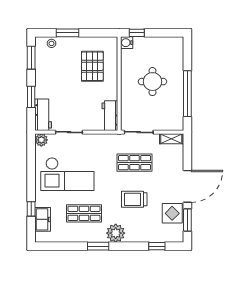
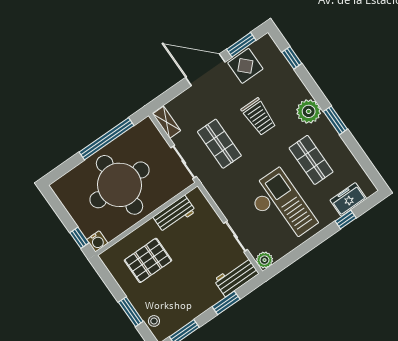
round table: (152, 82) -> (119, 185), width x1.86, depth x1.86
workbench: (110, 116) -> (174, 214), moved

